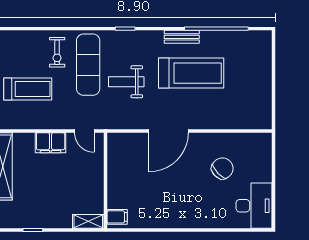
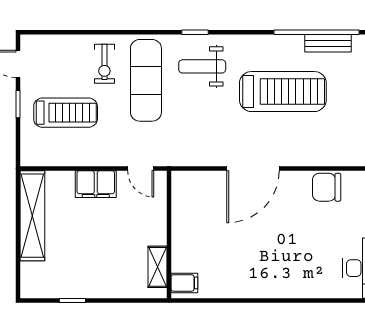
bench: (182, 37) -> (328, 43), moved
weight bench: (126, 82) -> (202, 66), moved
chair: (222, 168) -> (327, 187), moved, turned -136
shelving: (88, 221) -> (158, 267), moved, turned 90

